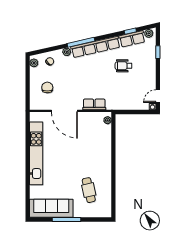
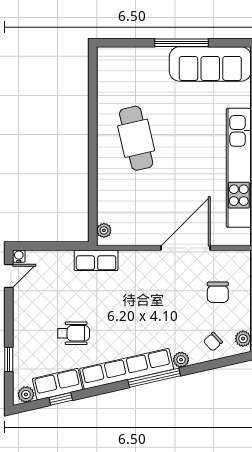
row of seats: (94, 104) -> (96, 260), moved
door: (64, 111) -> (185, 248), hinge flipped
cafe table: (89, 190) -> (136, 138), moved, width x1.37, depth x1.35

